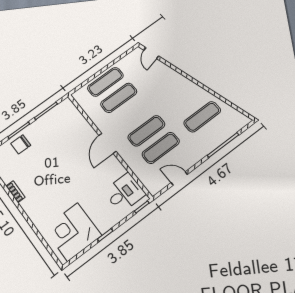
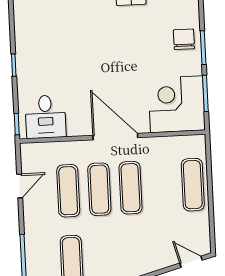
exercise mat: (119, 98) -> (130, 188), moved
door: (108, 143) -> (115, 137), width x1.36
corner desk: (73, 232) -> (177, 104), moved, turned -90

